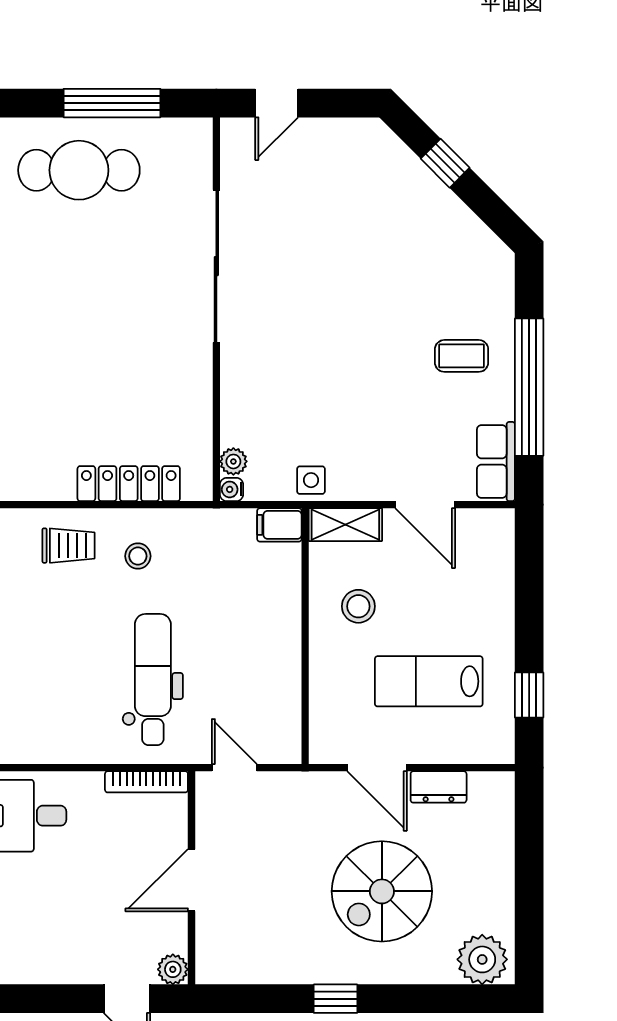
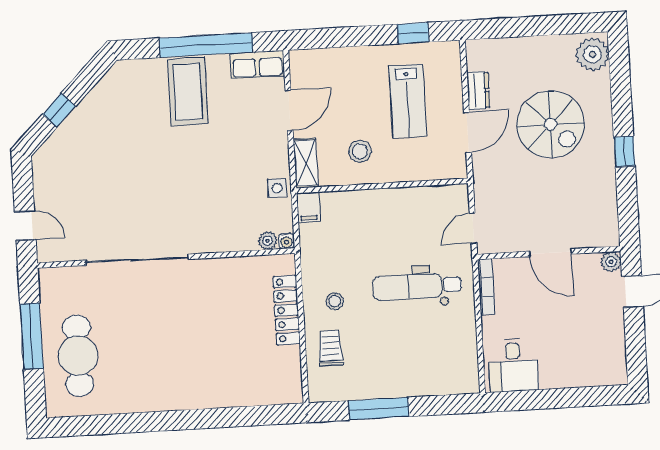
coffee table: (462, 356) -> (188, 92), width x1.86, depth x1.72

